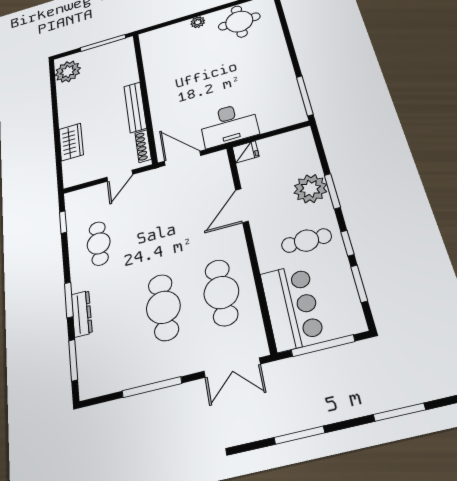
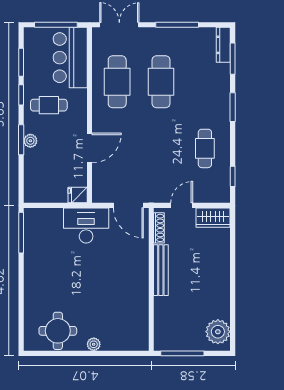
wardrobe: (71, 142) -> (213, 218), moved, turned -90
plant: (310, 189) -> (30, 141), width x0.53, depth x0.53
dresser: (82, 314) -> (223, 45), moved

